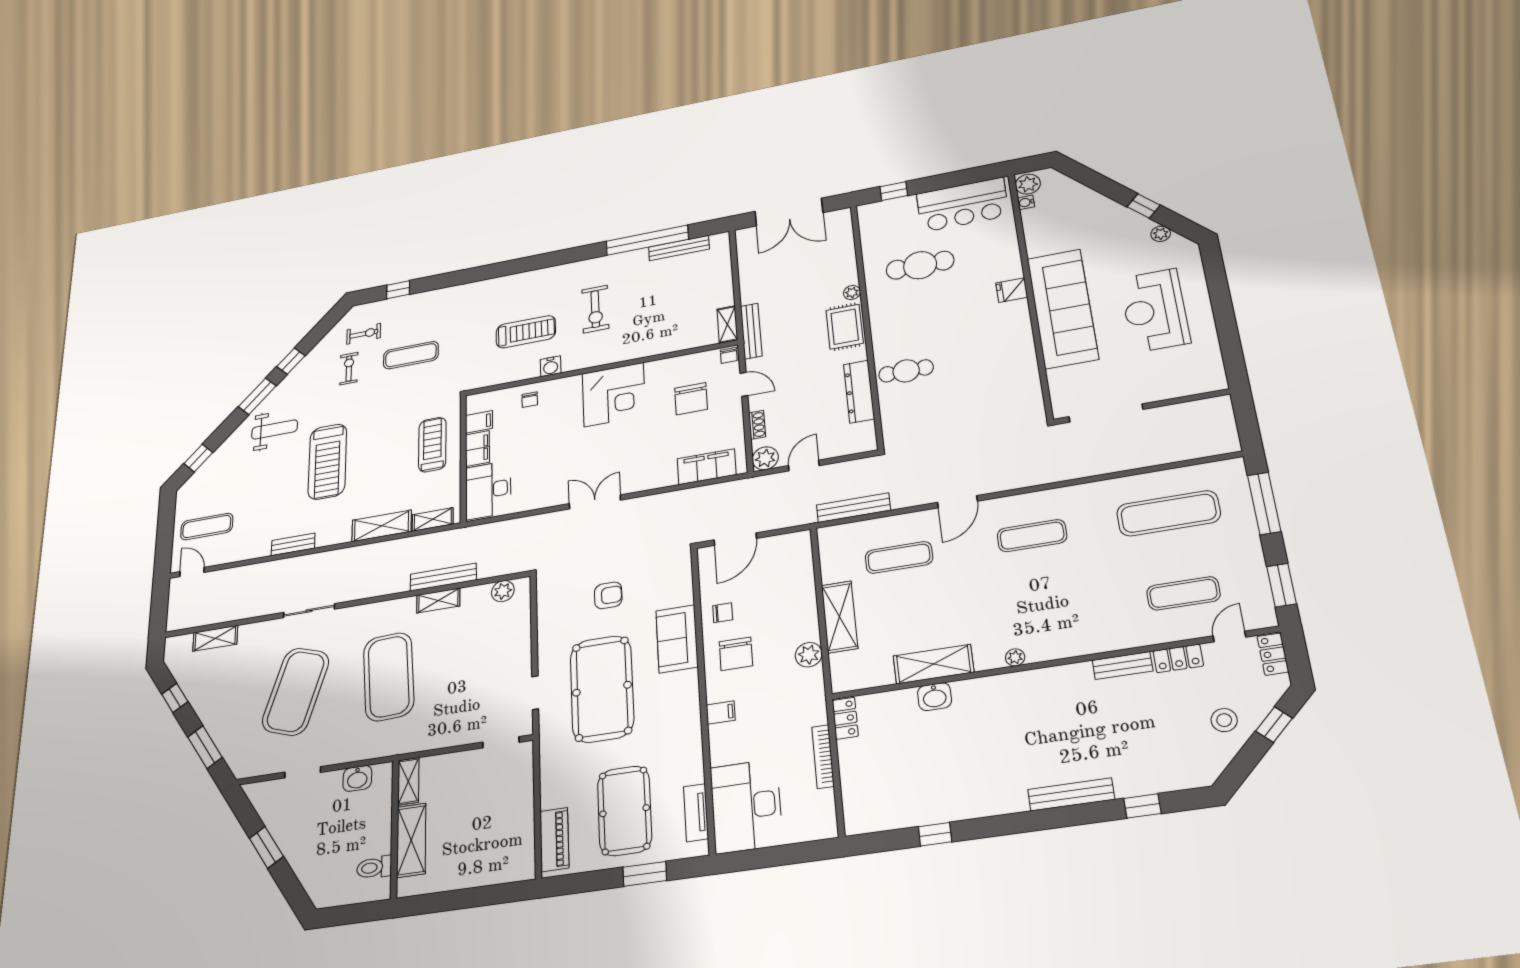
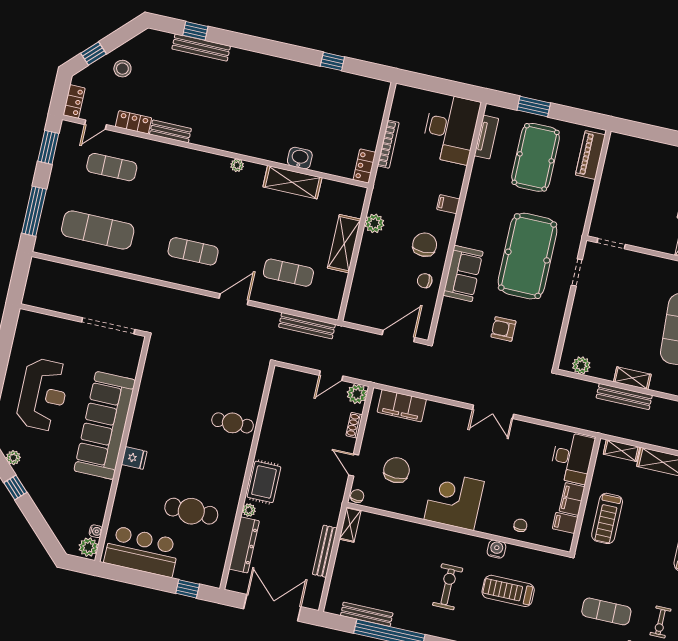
bench: (751, 331) -> (325, 551), moved
dresser: (859, 392) -> (244, 545), moved
bench: (1071, 794) -> (201, 48), moved

